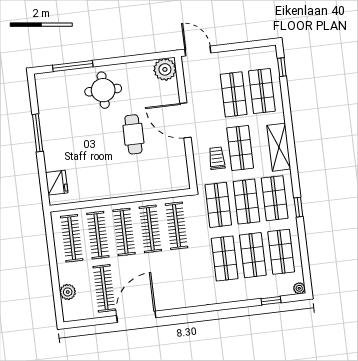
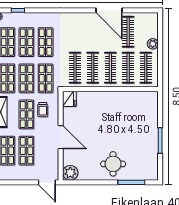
cafe table: (133, 134) -> (96, 132), removed
fridge: (57, 183) -> (69, 99), moved, turned 180
plant: (68, 292) -> (153, 44), moved
door: (136, 317) -> (109, 10), hinge flipped

